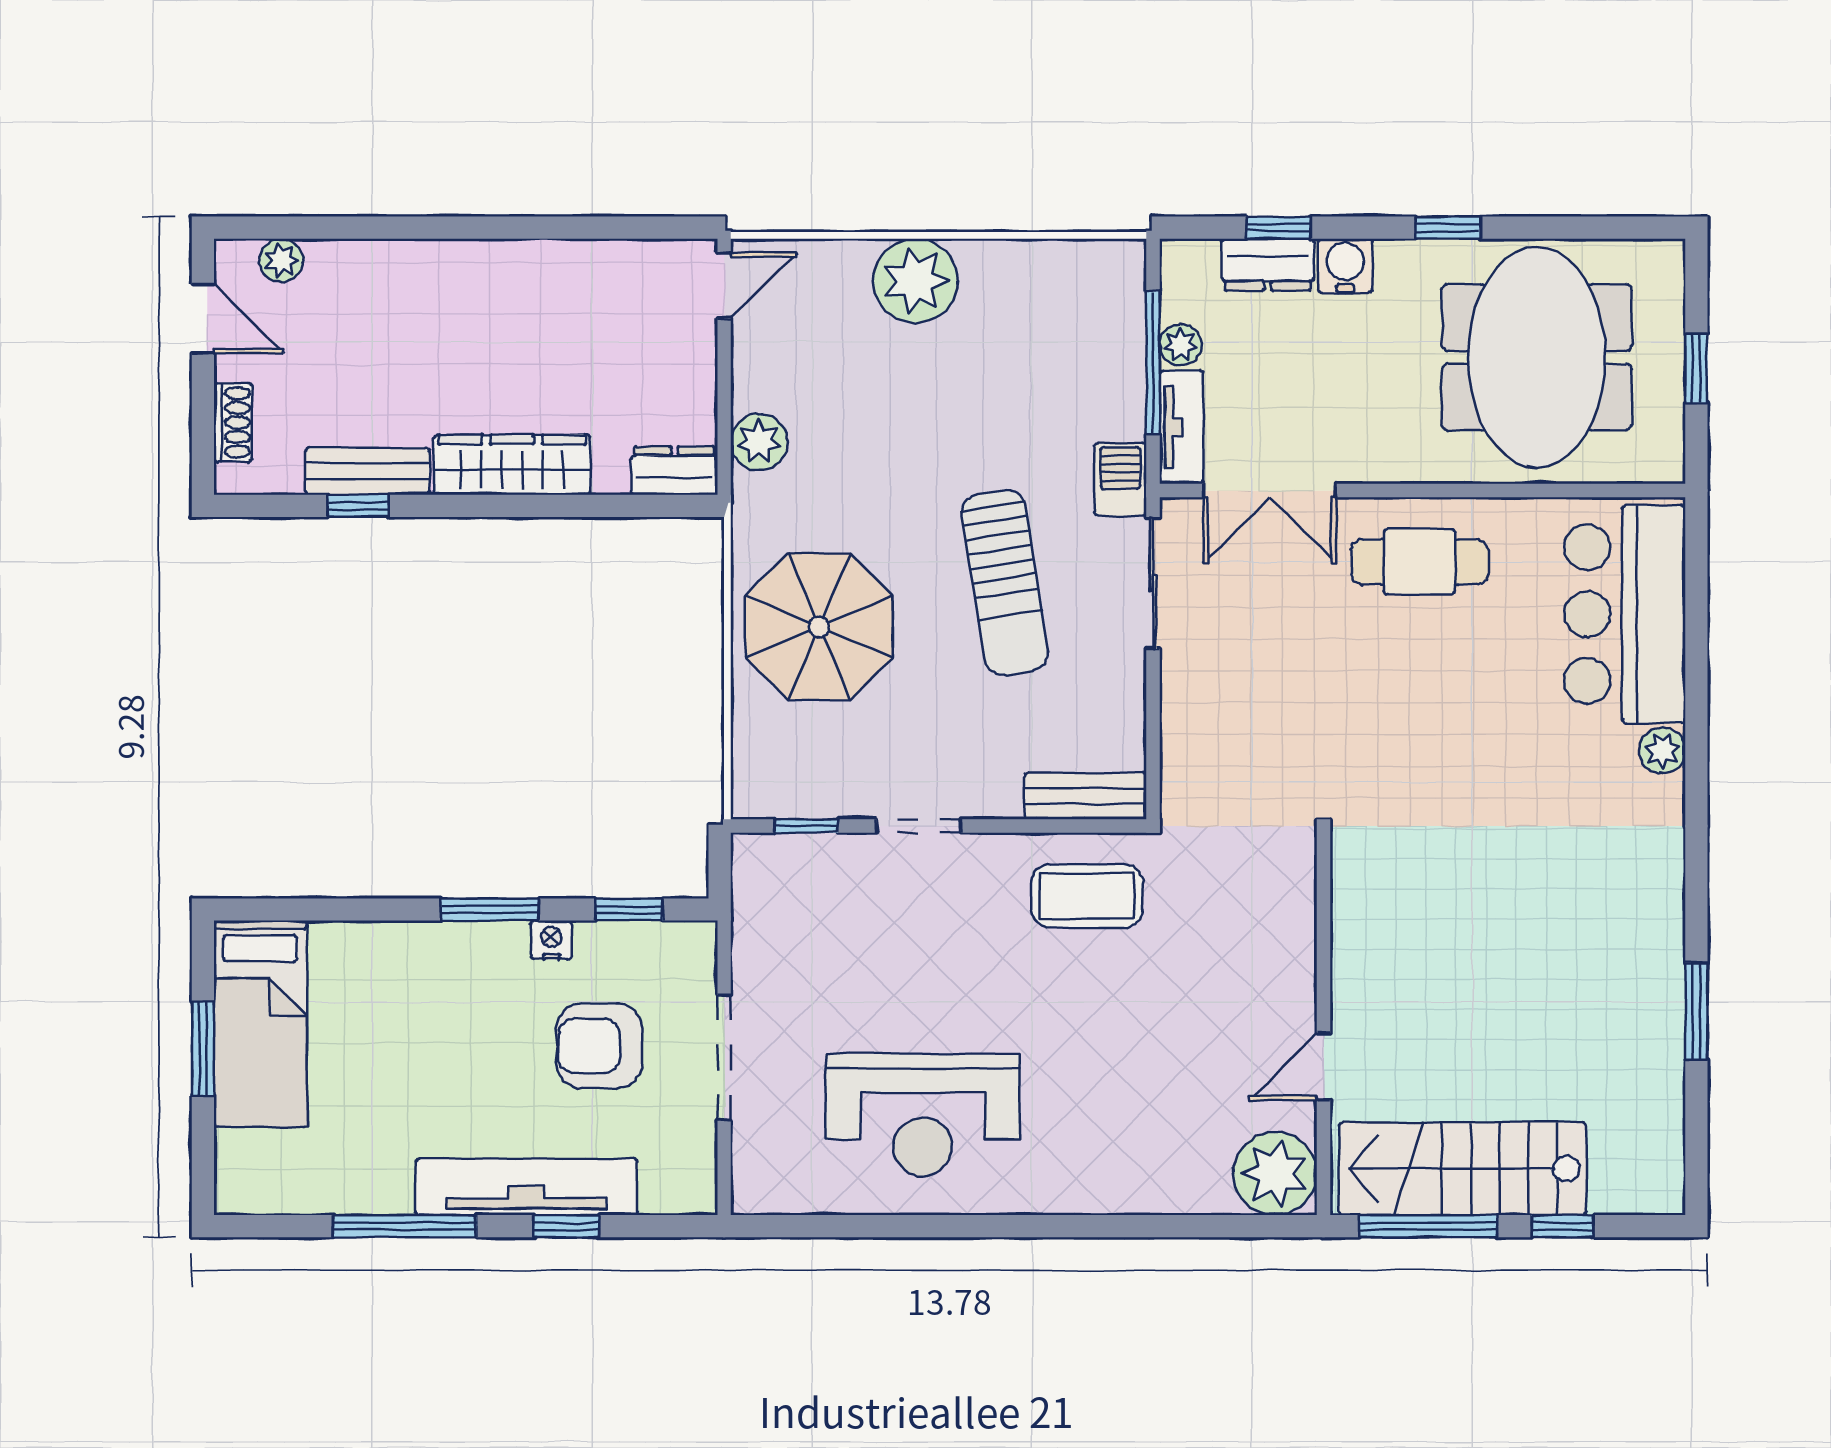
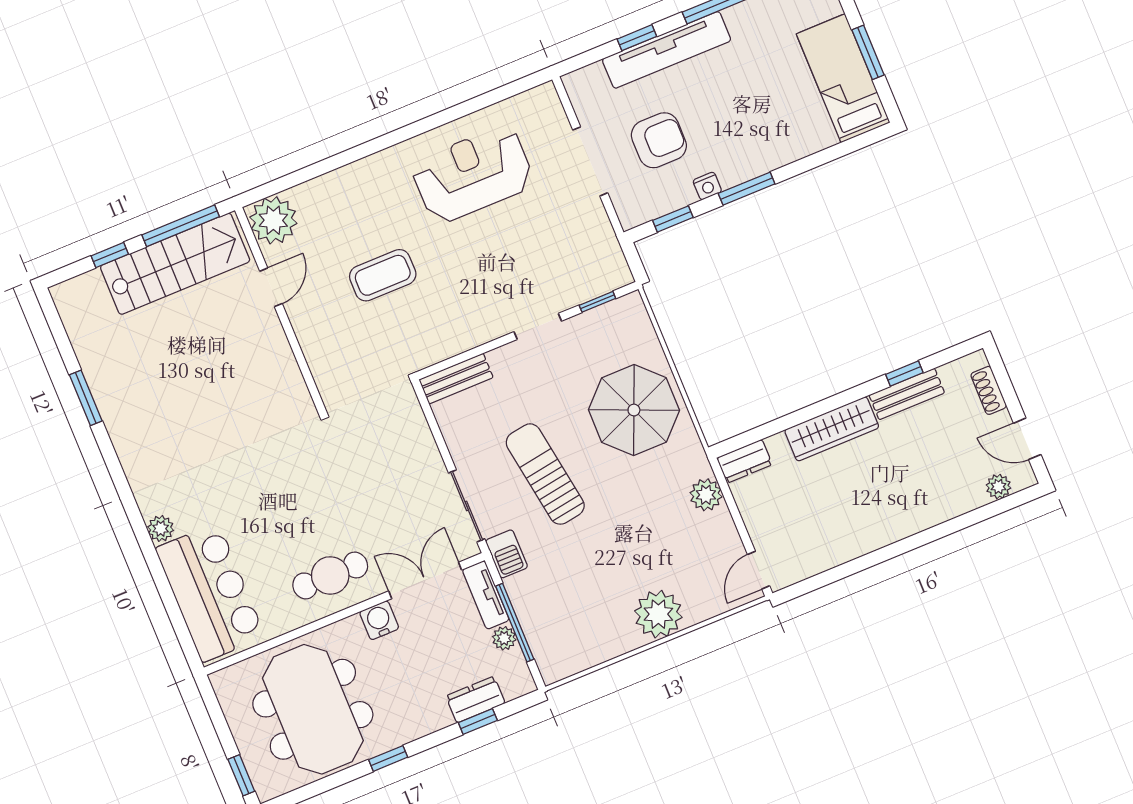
water cooler: (1345, 266) -> (379, 620), moved, turned 180
window: (1696, 368) -> (241, 775), moved
coffee table: (1087, 896) -> (383, 275), moved

